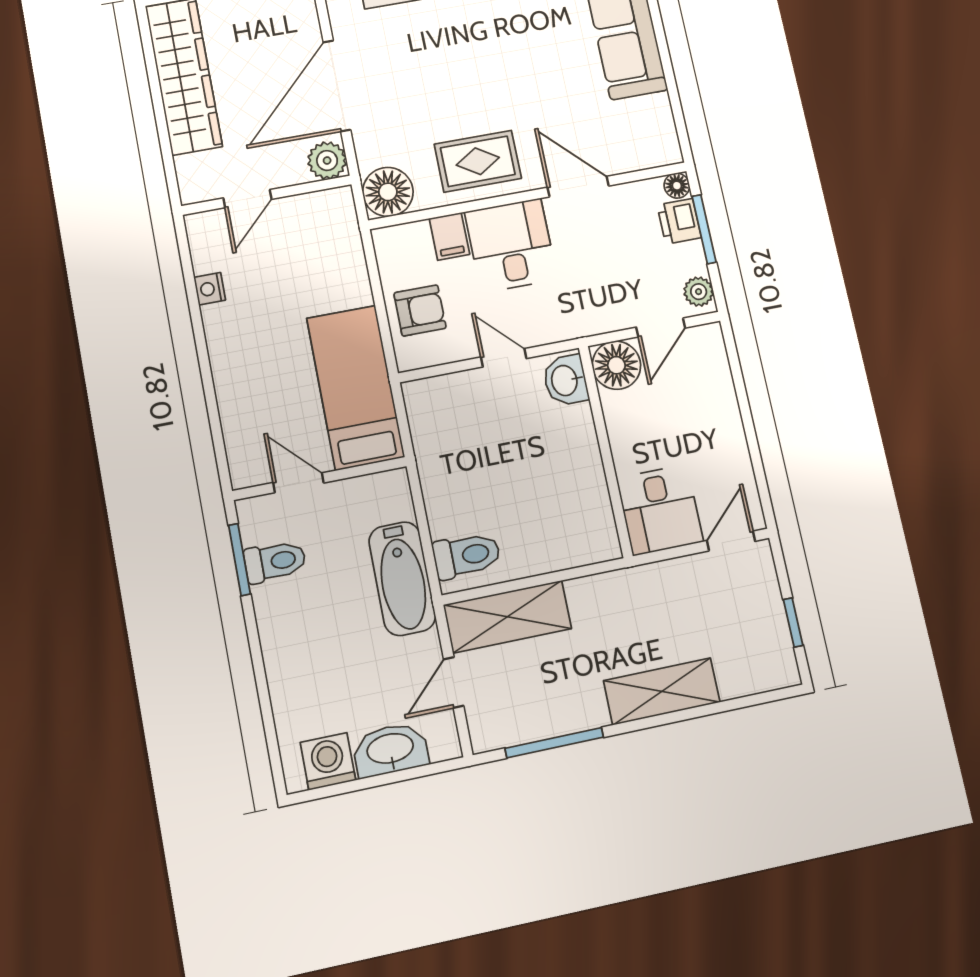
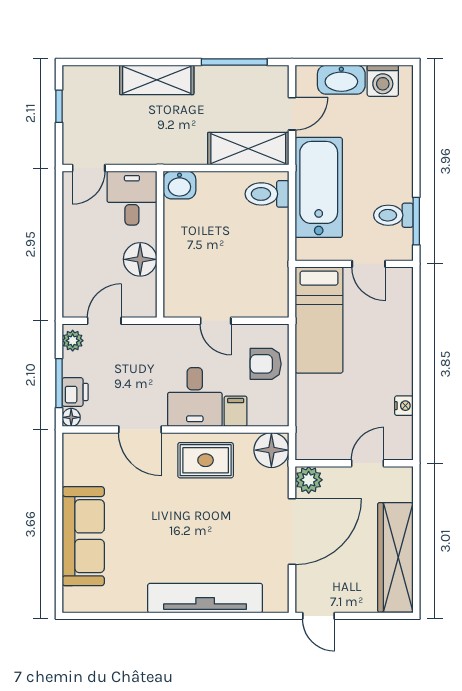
floor lamp: (616, 365) -> (140, 259), moved
washbasin: (565, 380) -> (179, 185), moved, turned 90
bathtub: (402, 579) -> (319, 187), width x1.36, depth x1.36

